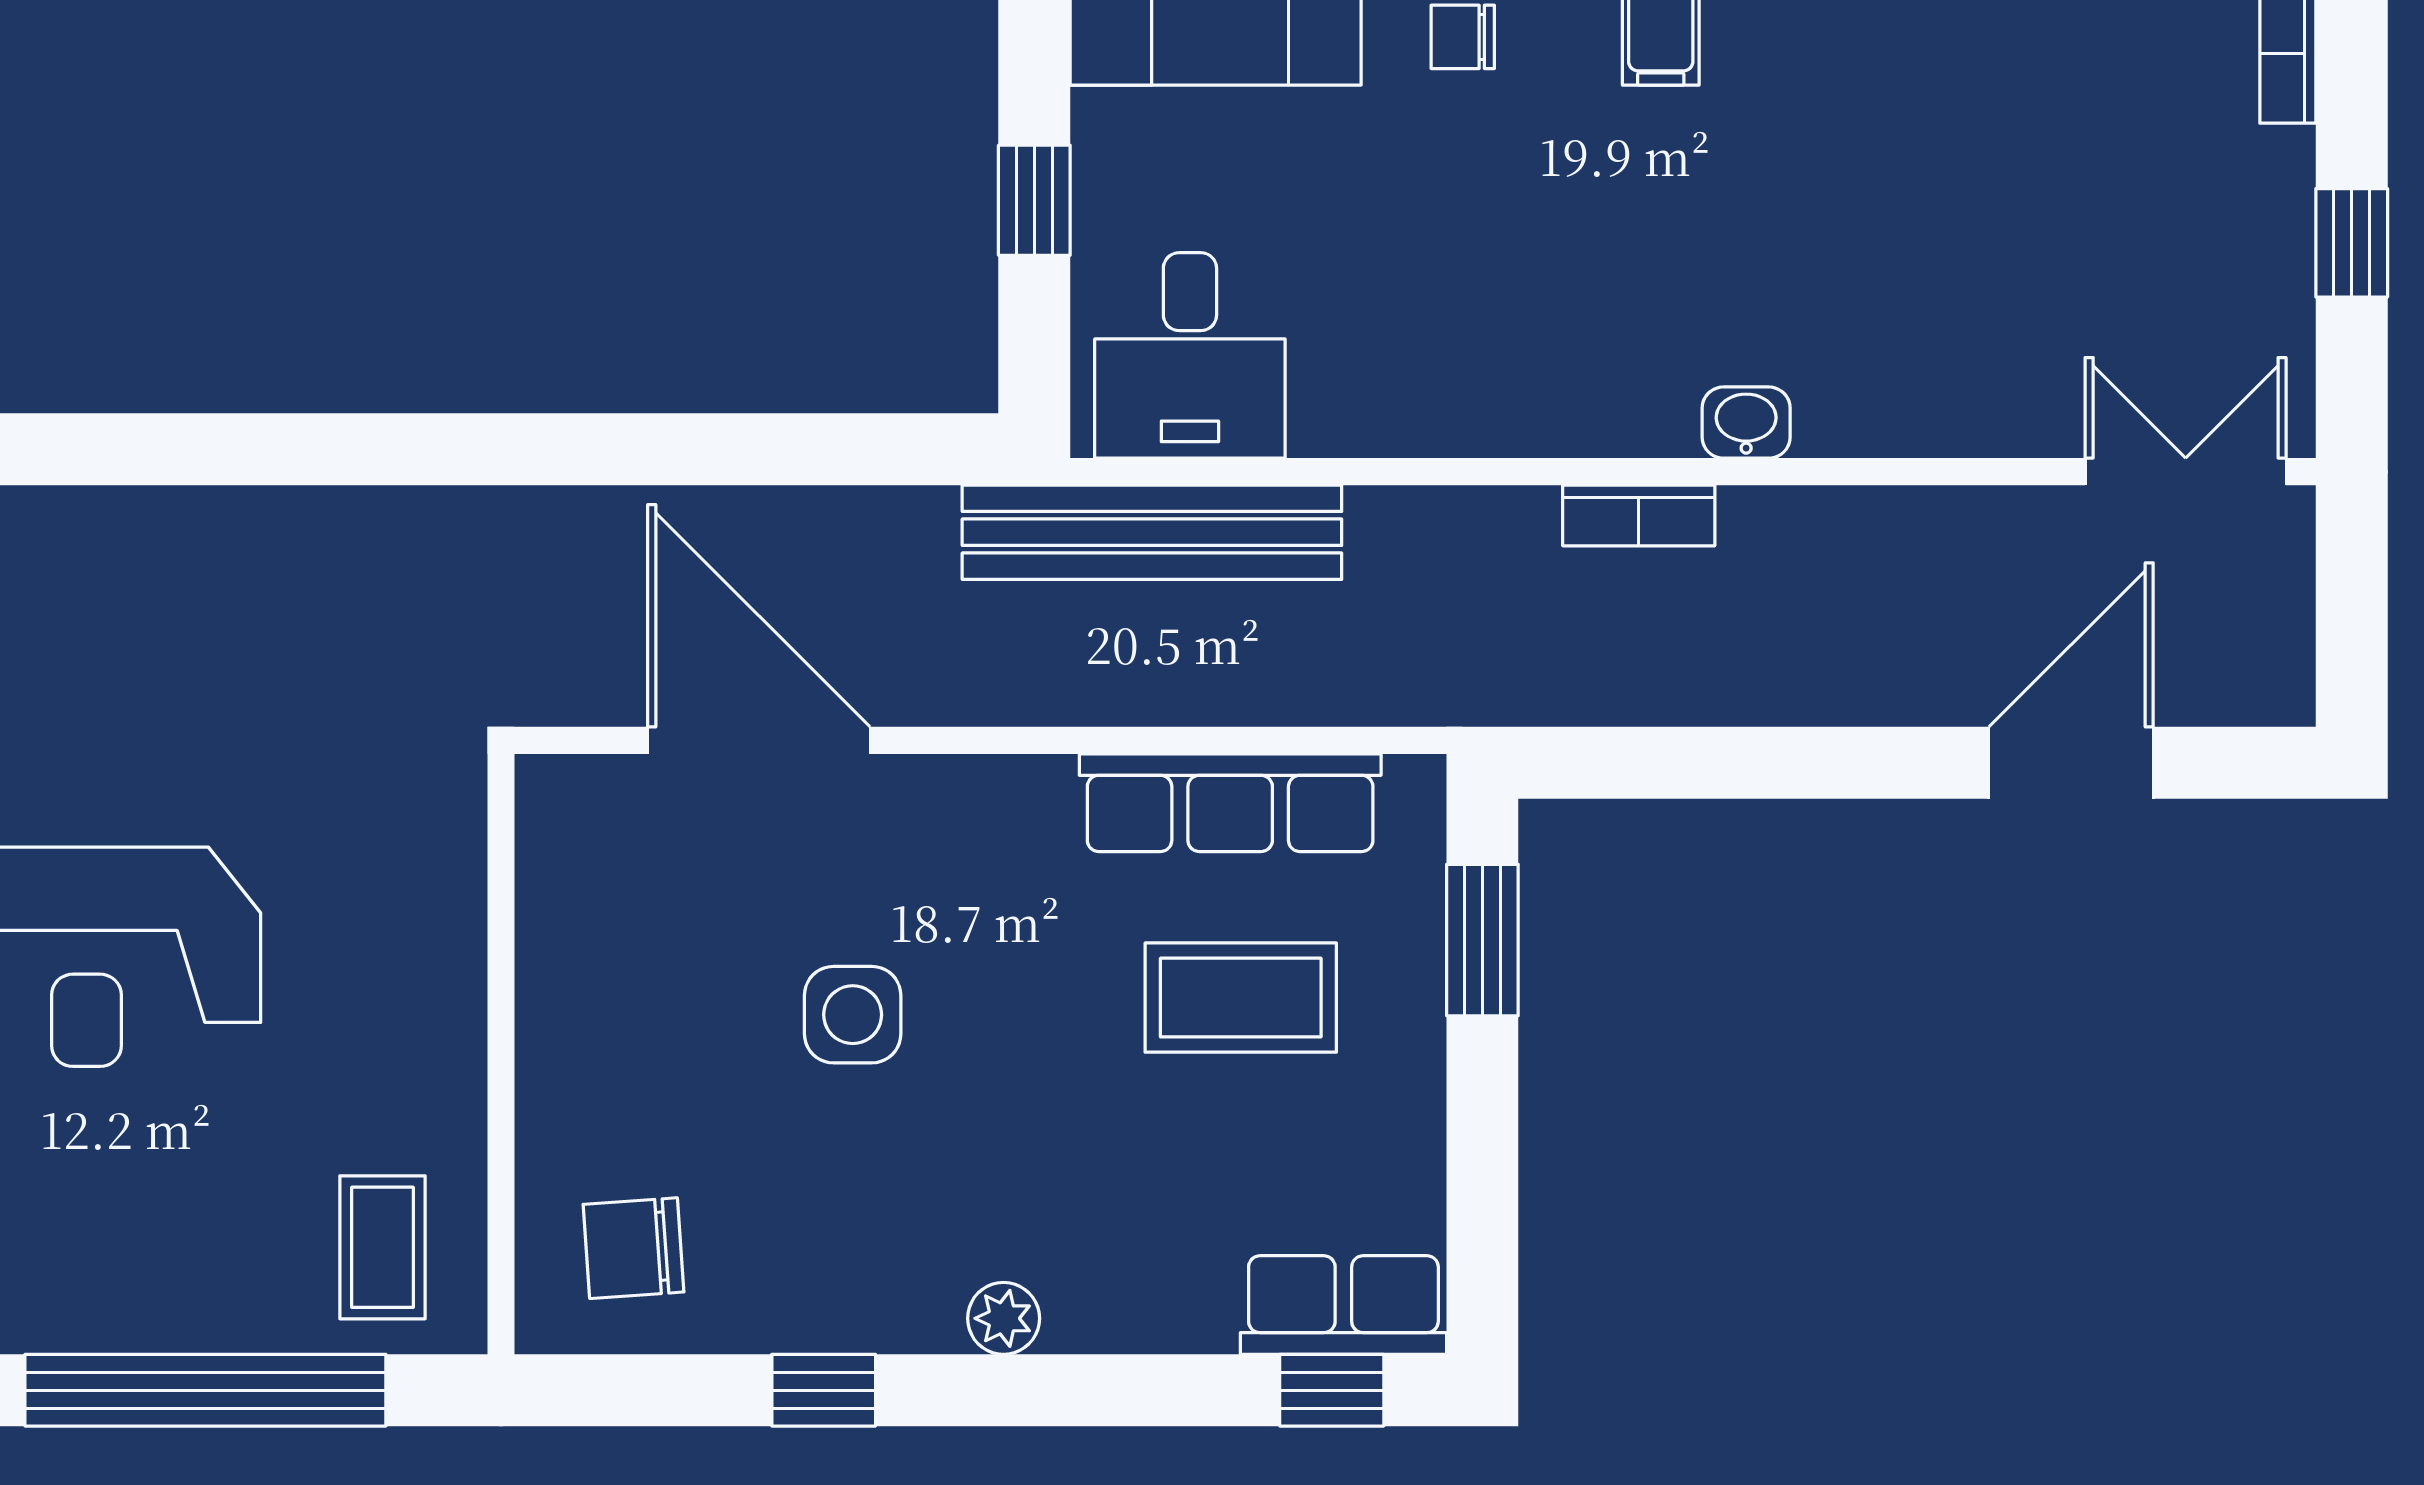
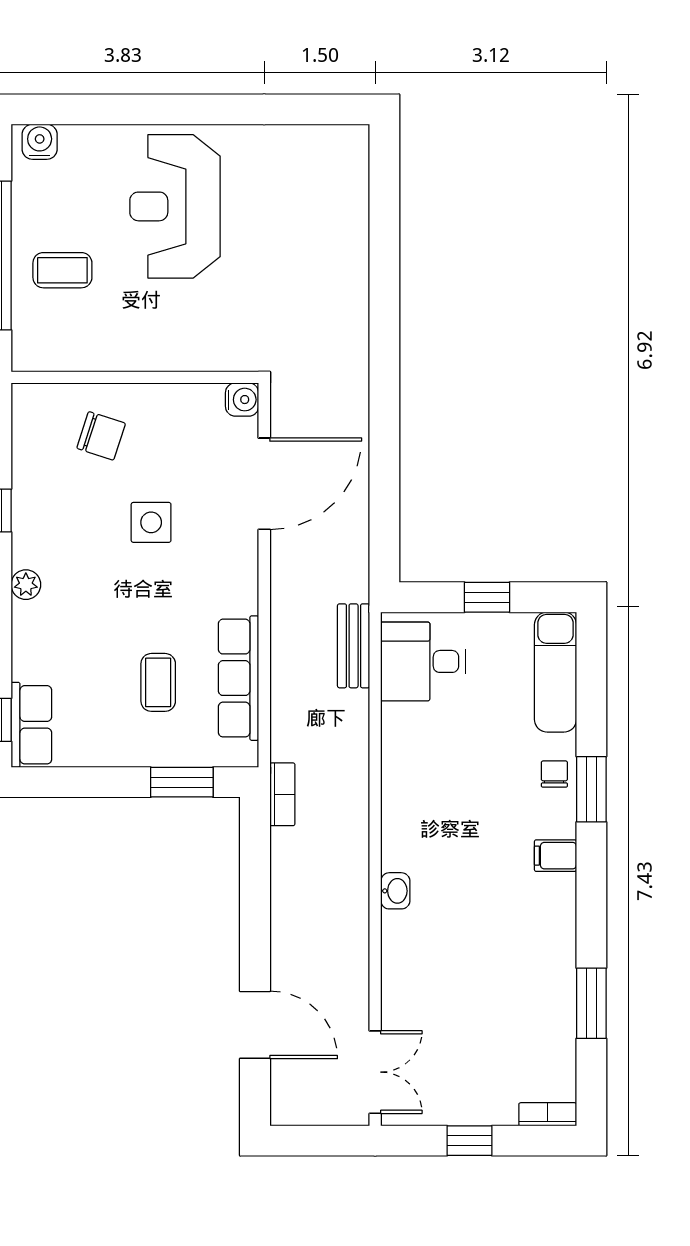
bookcase: (1639, 515) -> (282, 794), moved, turned 180
bench: (1152, 532) -> (354, 646), width x0.54, depth x0.82
water cooler: (555, 794) -> (242, 400), added
coffee table: (1241, 998) -> (158, 682), width x0.73, depth x0.77
coffee table: (383, 1247) -> (62, 270), moved
chair: (633, 1248) -> (101, 436), moved, turned 112

